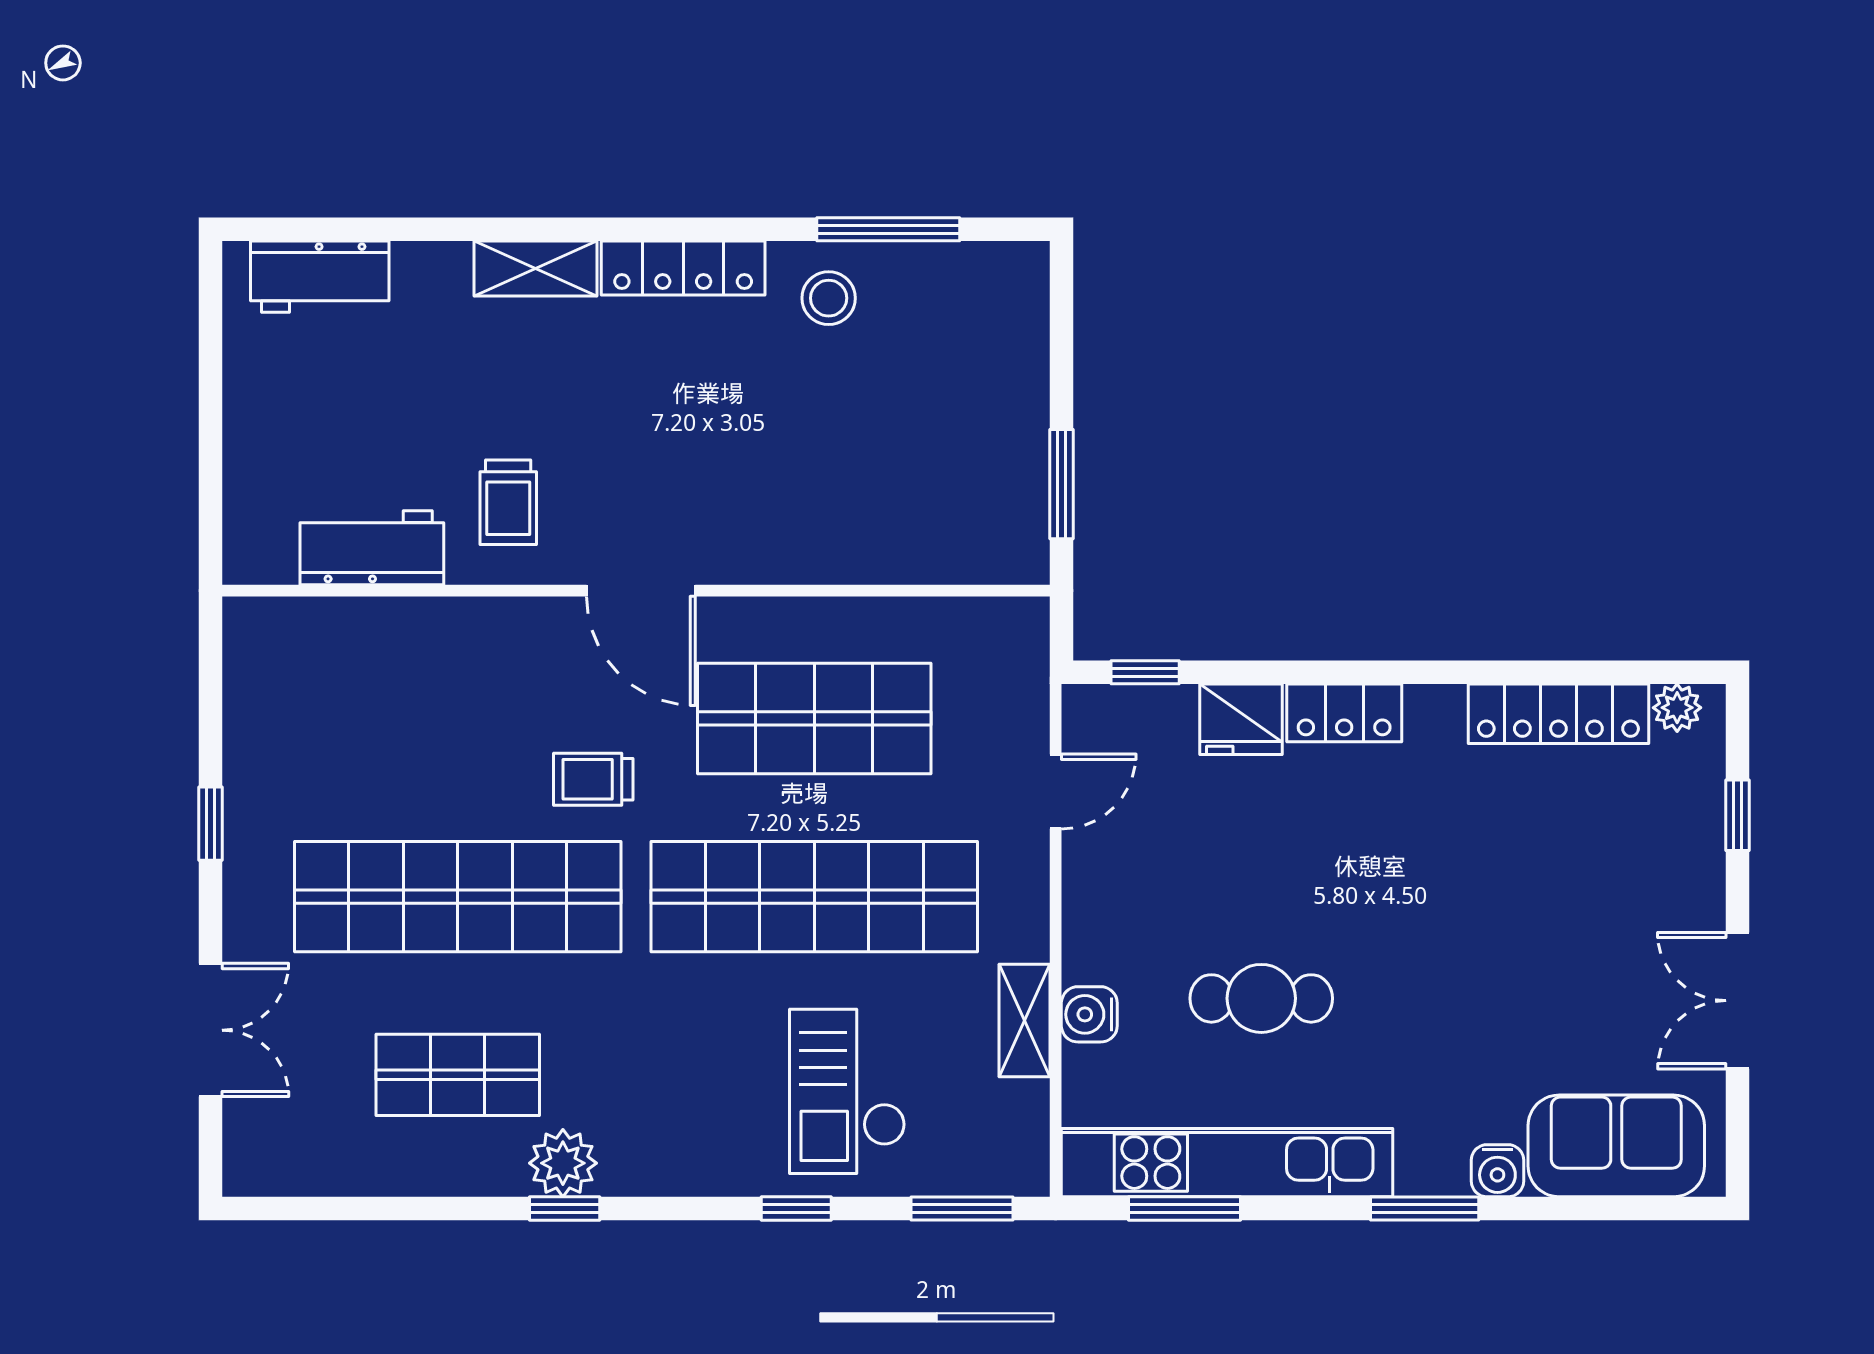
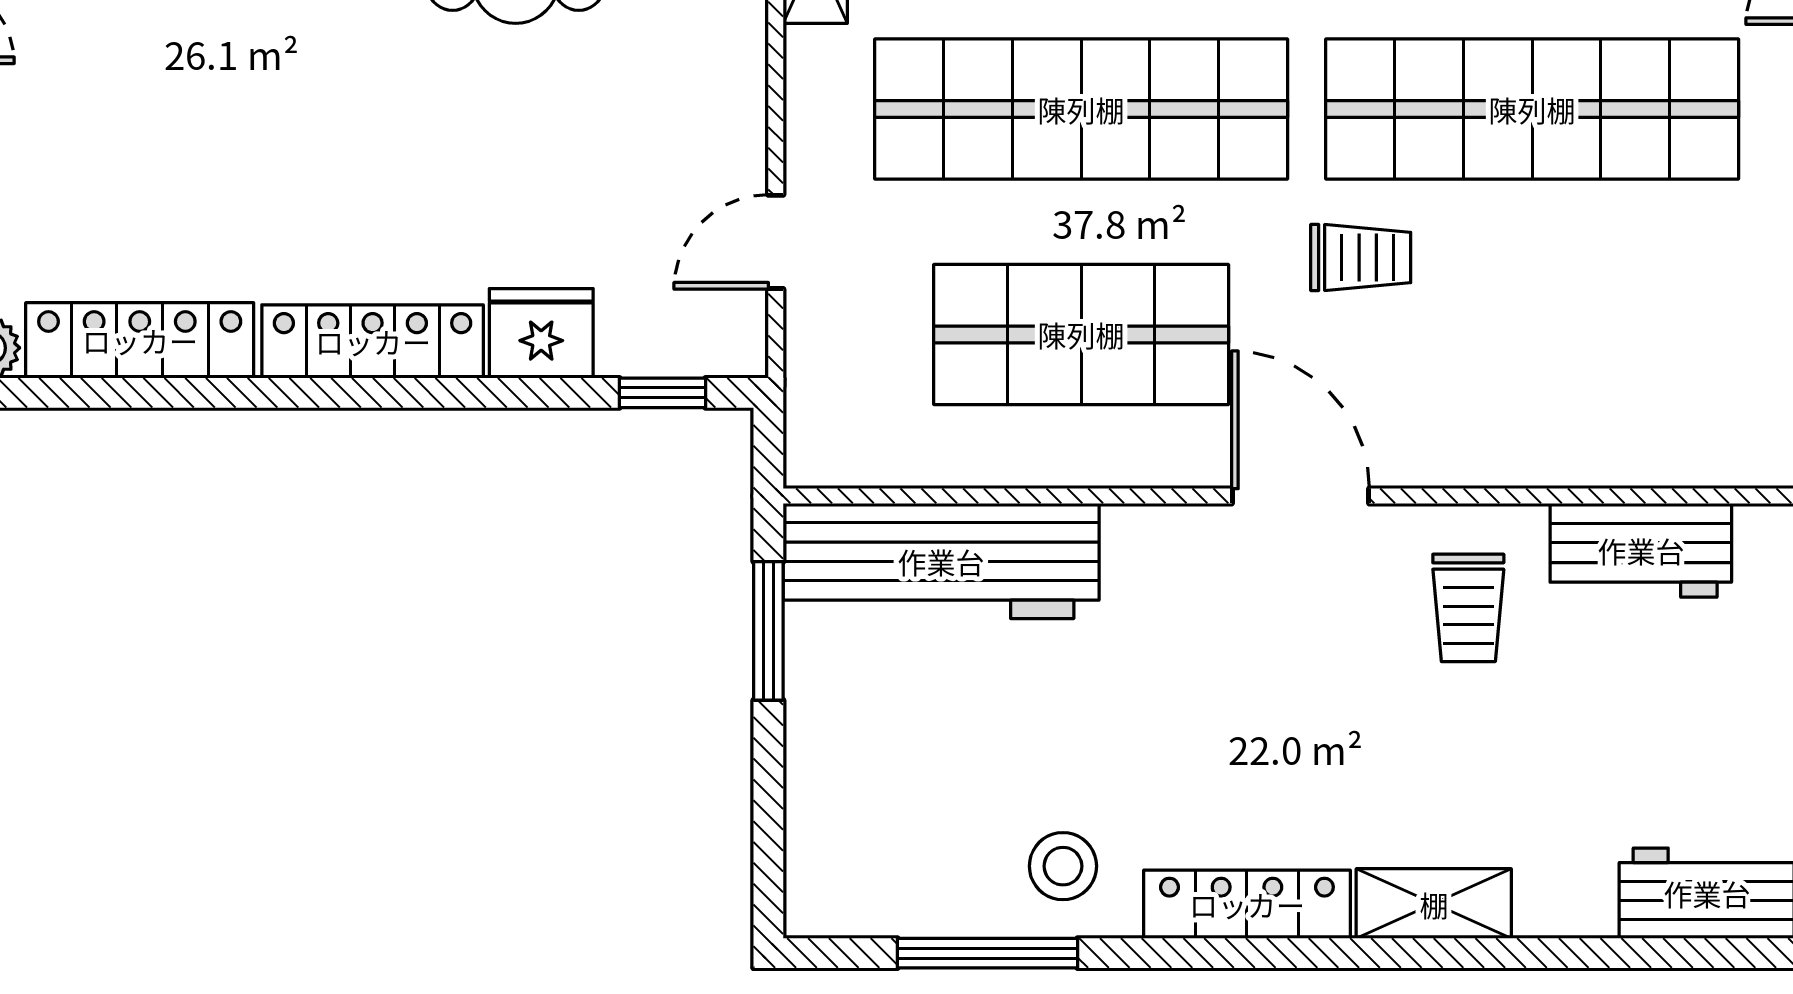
trolley: (508, 502) -> (1468, 608), turned 180
workbench: (925, 539) -> (941, 561), added
locker: (1344, 713) -> (373, 341), width x1.53

